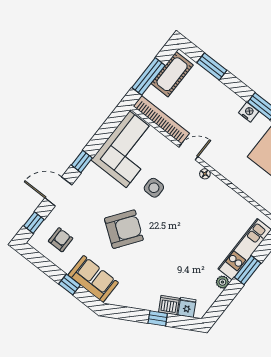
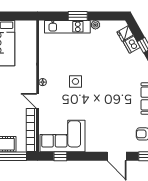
window: (82, 162) -> (60, 156), moved
side table: (154, 188) -> (75, 81), moved
armchair: (124, 229) -> (109, 103), removed

